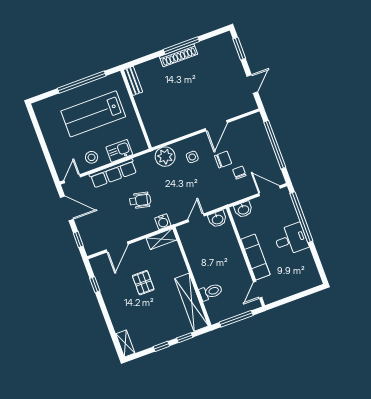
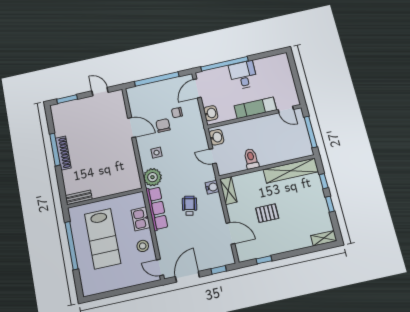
row of seats: (113, 173) -> (157, 208), moved
toilet: (211, 292) -> (251, 159), moved

